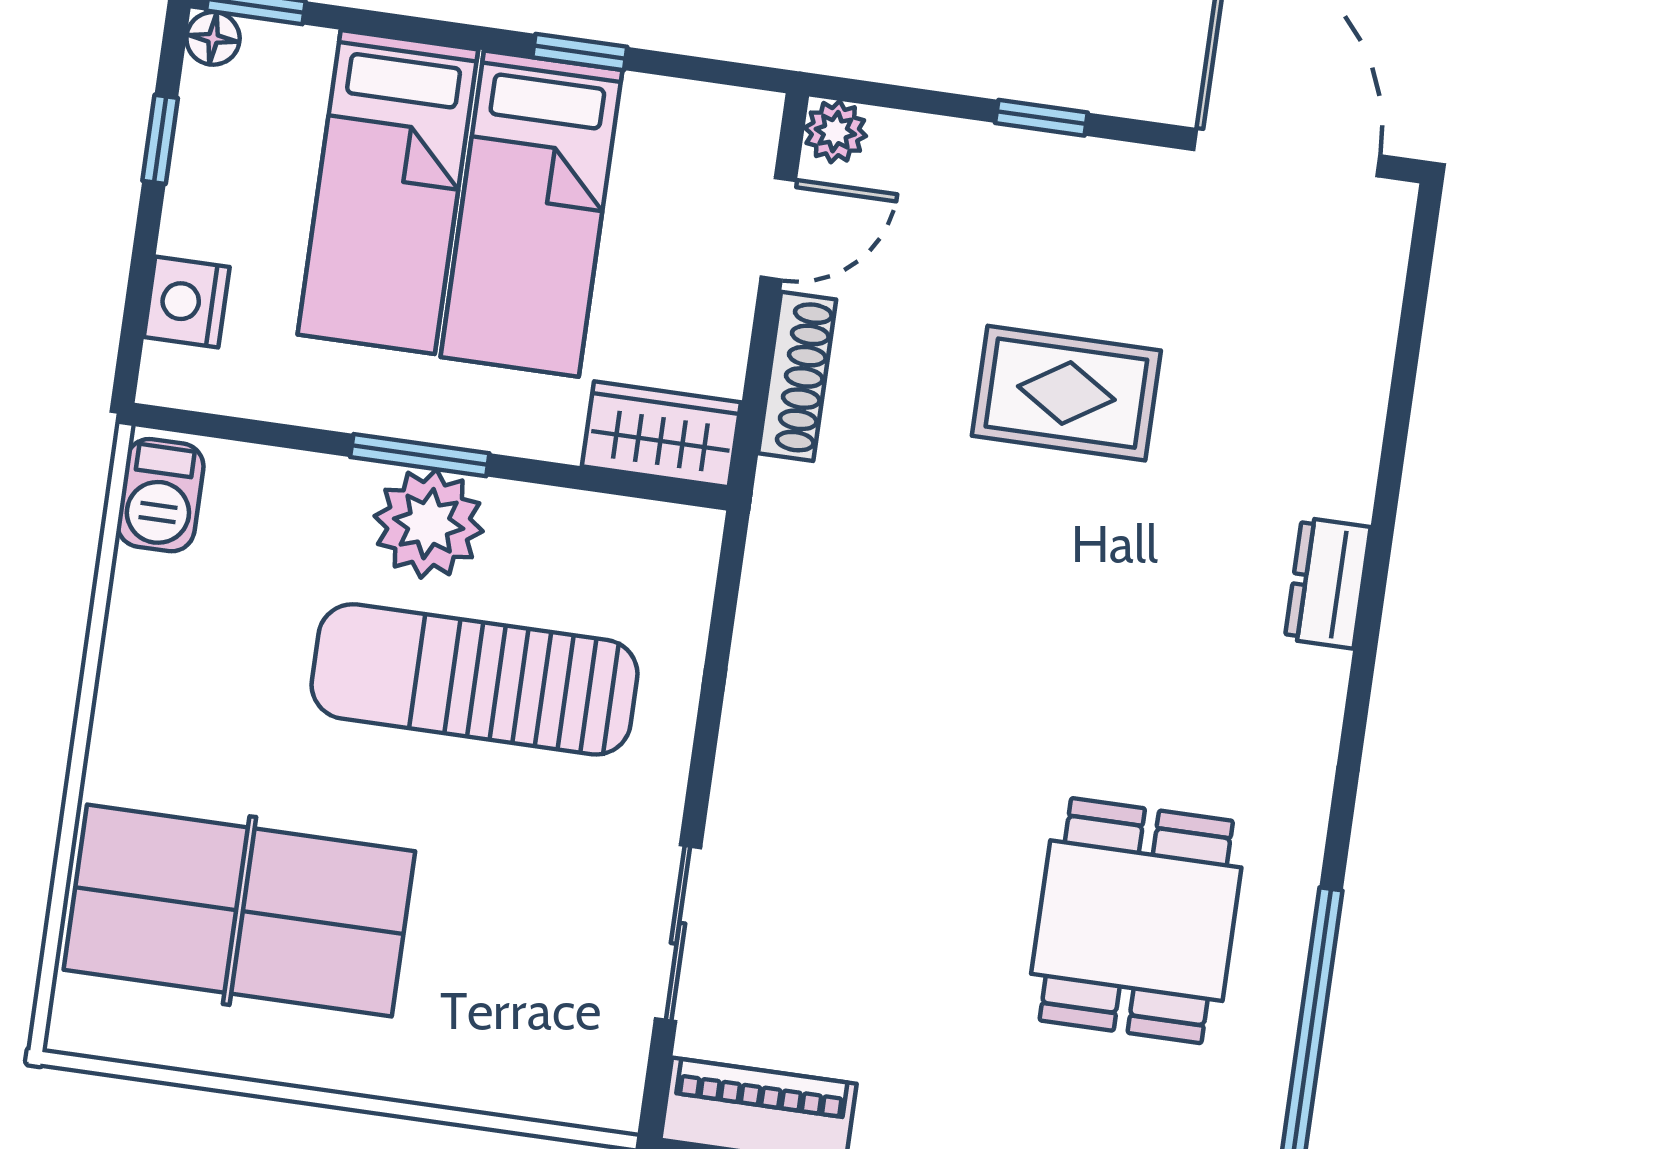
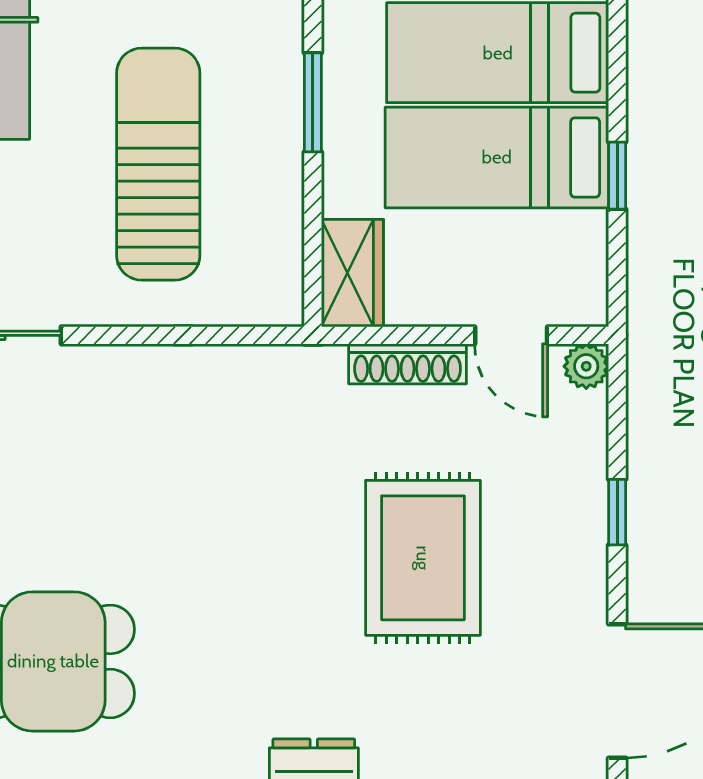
rug: (1066, 393) -> (423, 558), width x1.36, depth x1.43
plant: (429, 524) -> (265, 116), removed

